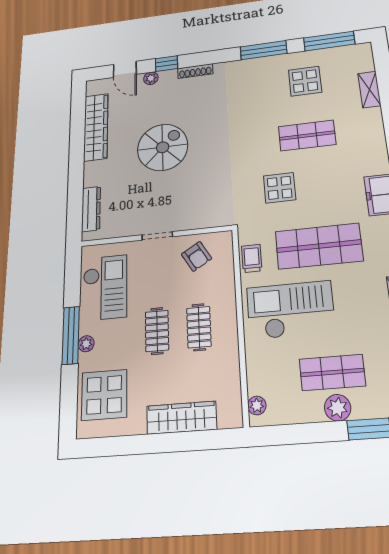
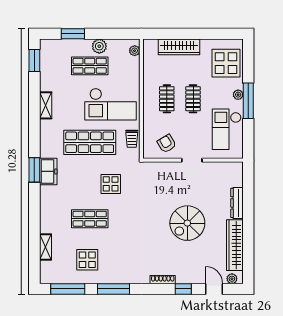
plant: (151, 78) -> (232, 279), moved
dresser: (91, 209) -> (237, 203), moved
plant: (338, 408) -> (99, 46), moved

